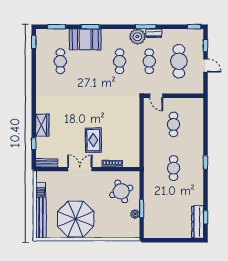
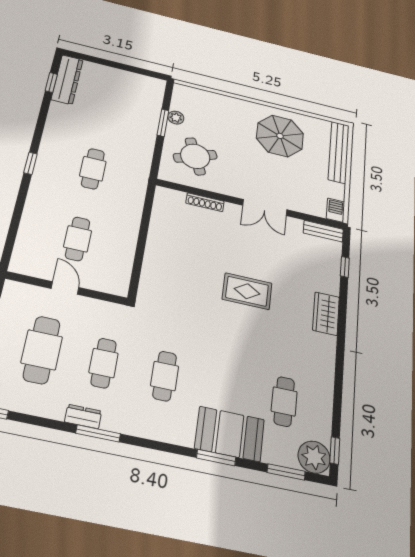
plant: (137, 37) -> (314, 457), moved
door: (156, 96) -> (65, 288), moved
wardrobe: (42, 125) -> (326, 314), moved
rug: (93, 140) -> (247, 291), moved, turned 90
barbecue: (41, 189) -> (336, 210), moved
parasol: (76, 219) -> (280, 136), width x0.73, depth x0.73

